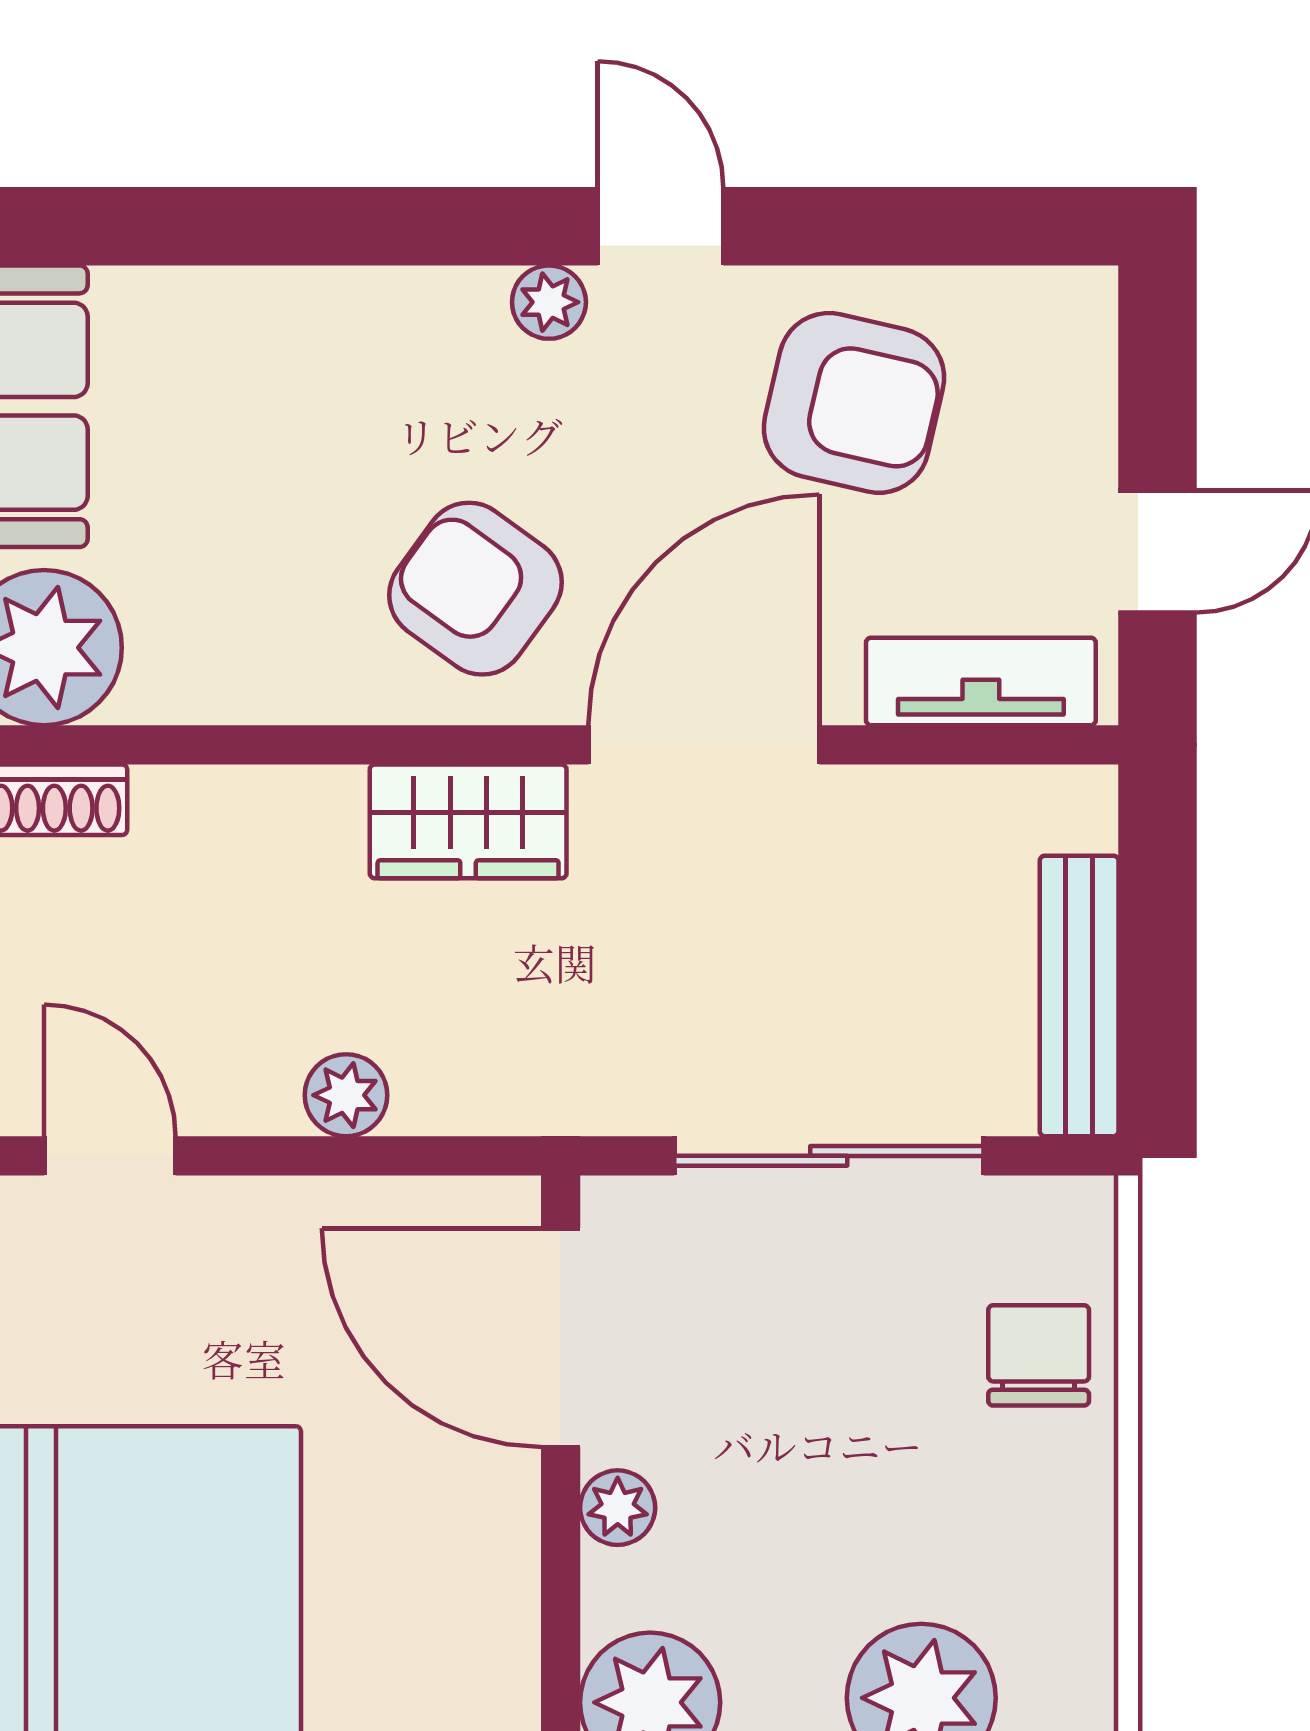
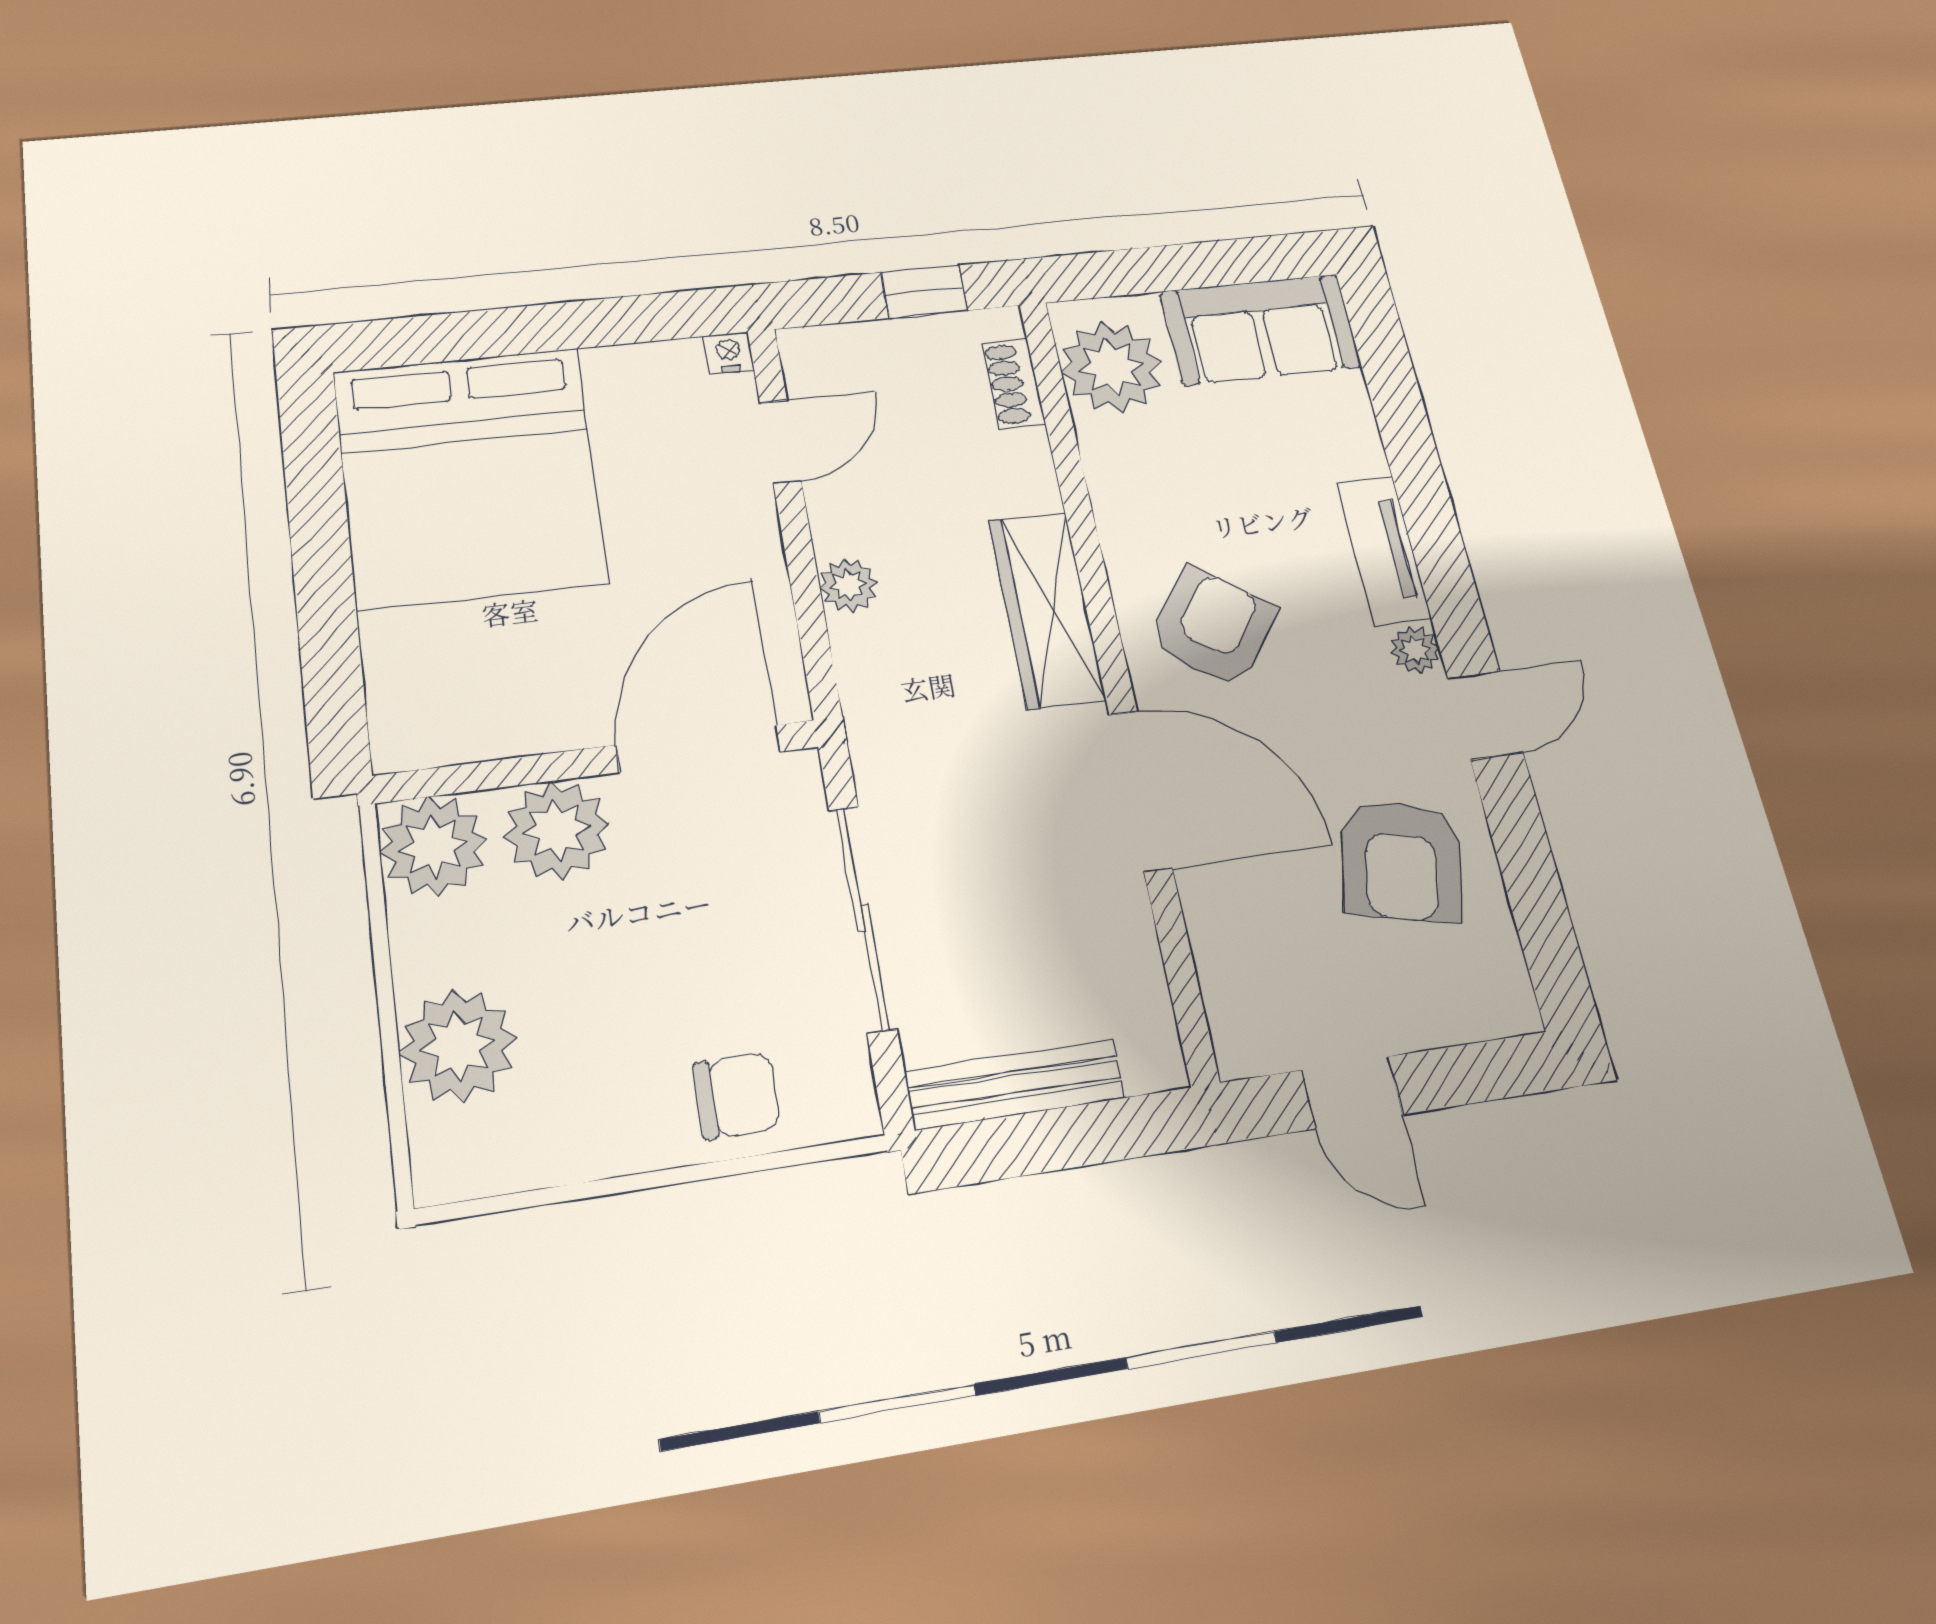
tv unit: (981, 681) -> (1383, 550), moved, turned 180
wardrobe: (468, 821) -> (1047, 610), width x1.50
plant: (618, 1508) -> (557, 830), width x1.88, depth x1.88

